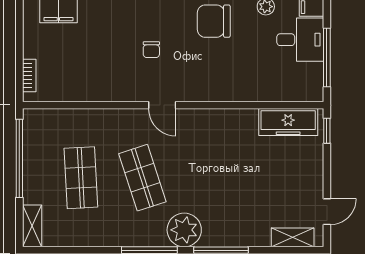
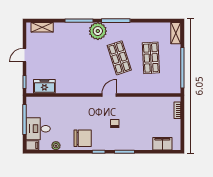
door: (162, 105) -> (109, 95), hinge flipped
freezer: (288, 122) -> (44, 86), width x0.71
door: (327, 212) -> (25, 55), moved

